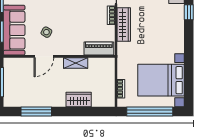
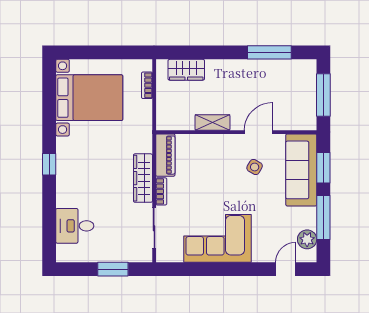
window: (189, 12) -> (49, 164), moved
piano: (99, 49) -> (165, 155), moved, turned -90
wardrobe: (79, 99) -> (186, 70), moved
window: (150, 111) -> (106, 52), removed

